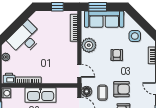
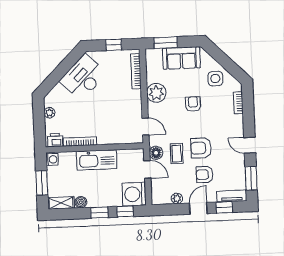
sofa: (104, 19) -> (181, 58), width x0.73
desk: (25, 38) -> (83, 77), moved
armchair: (122, 89) -> (201, 148), turned 180

